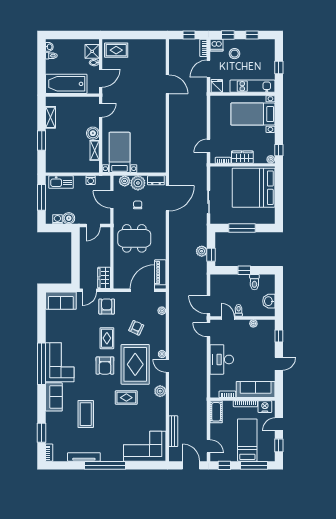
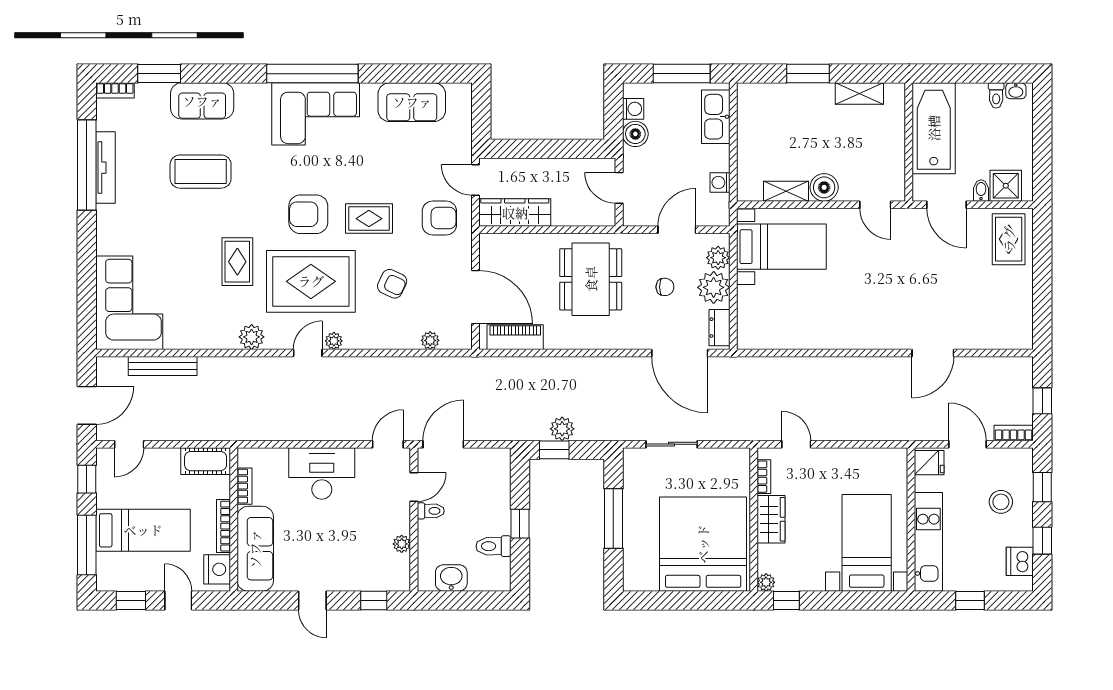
dishwasher: (216, 45) -> (1020, 561), moved
wardrobe: (104, 278) -> (515, 213), width x1.50
sofa: (61, 301) -> (412, 102), moved, turned -90
sofa: (54, 397) -> (202, 101), moved
window: (105, 465) -> (87, 165), moved

